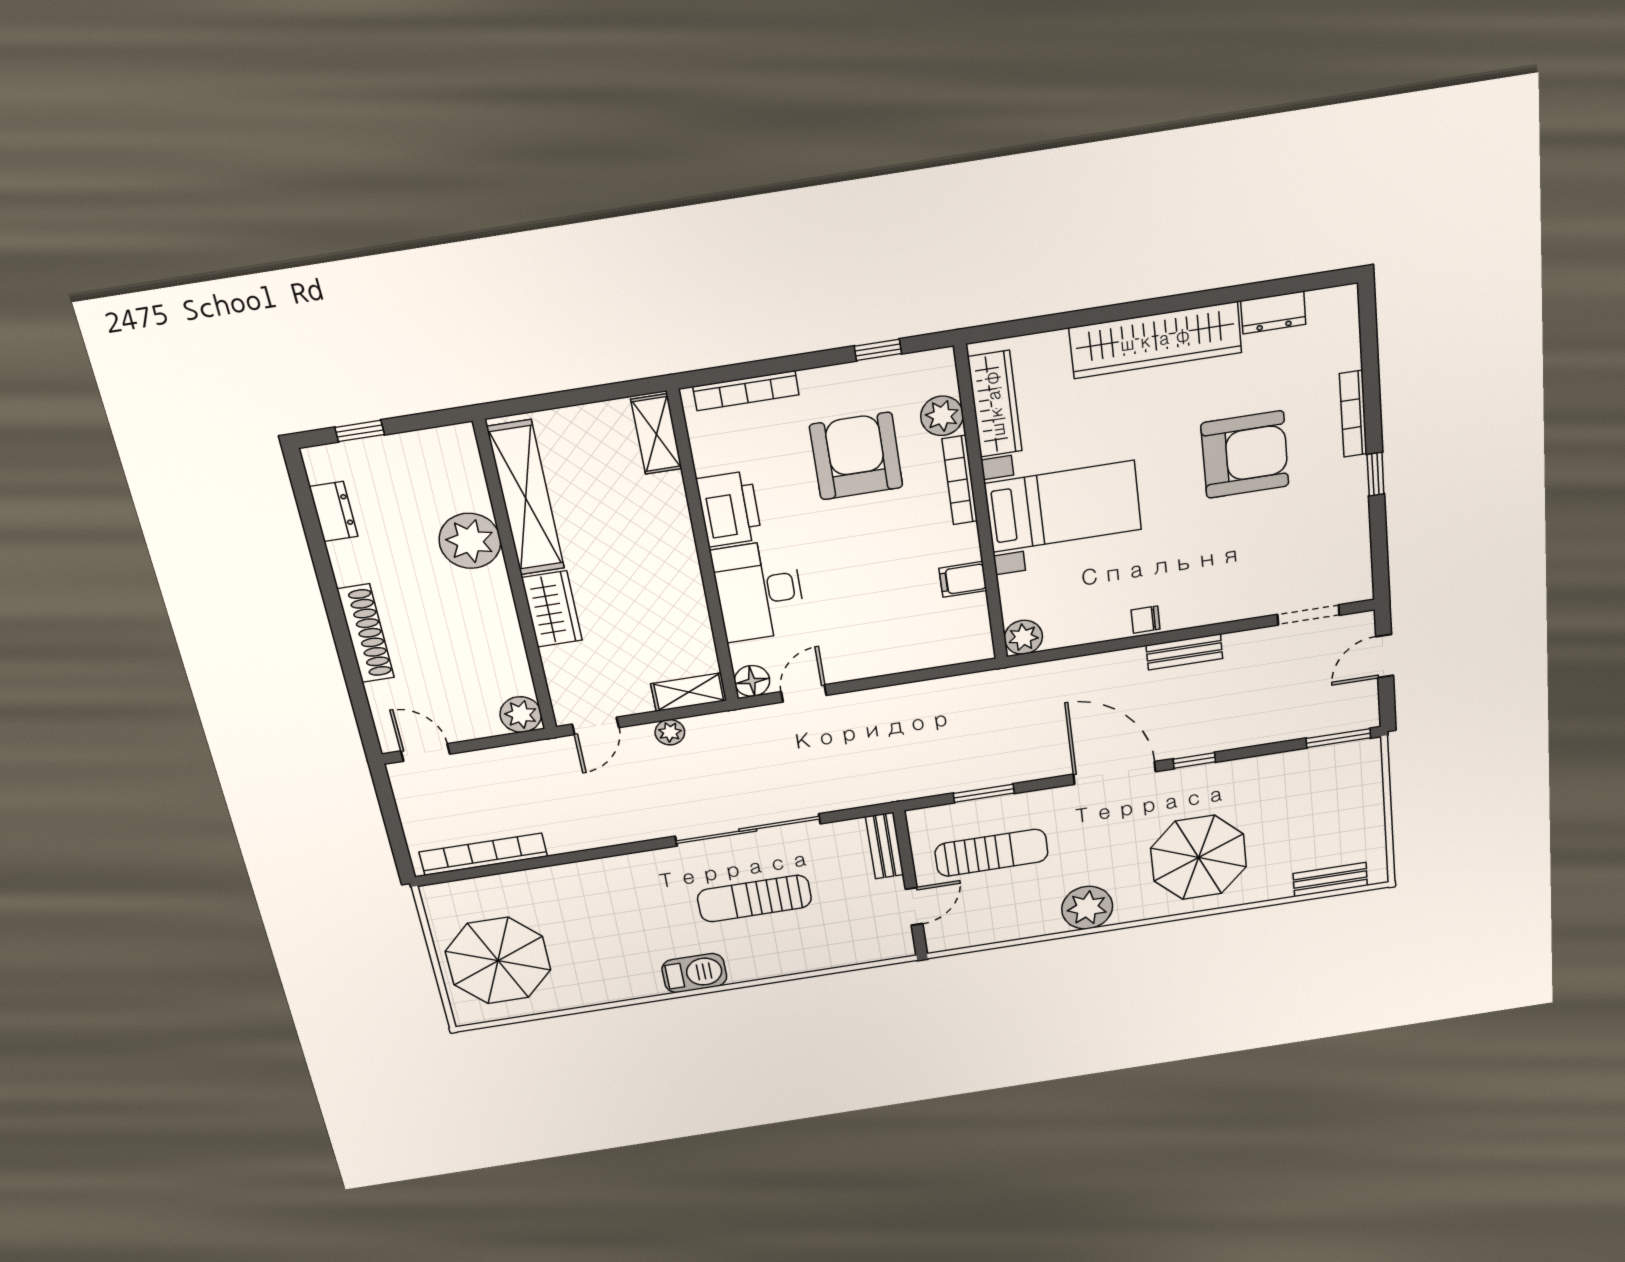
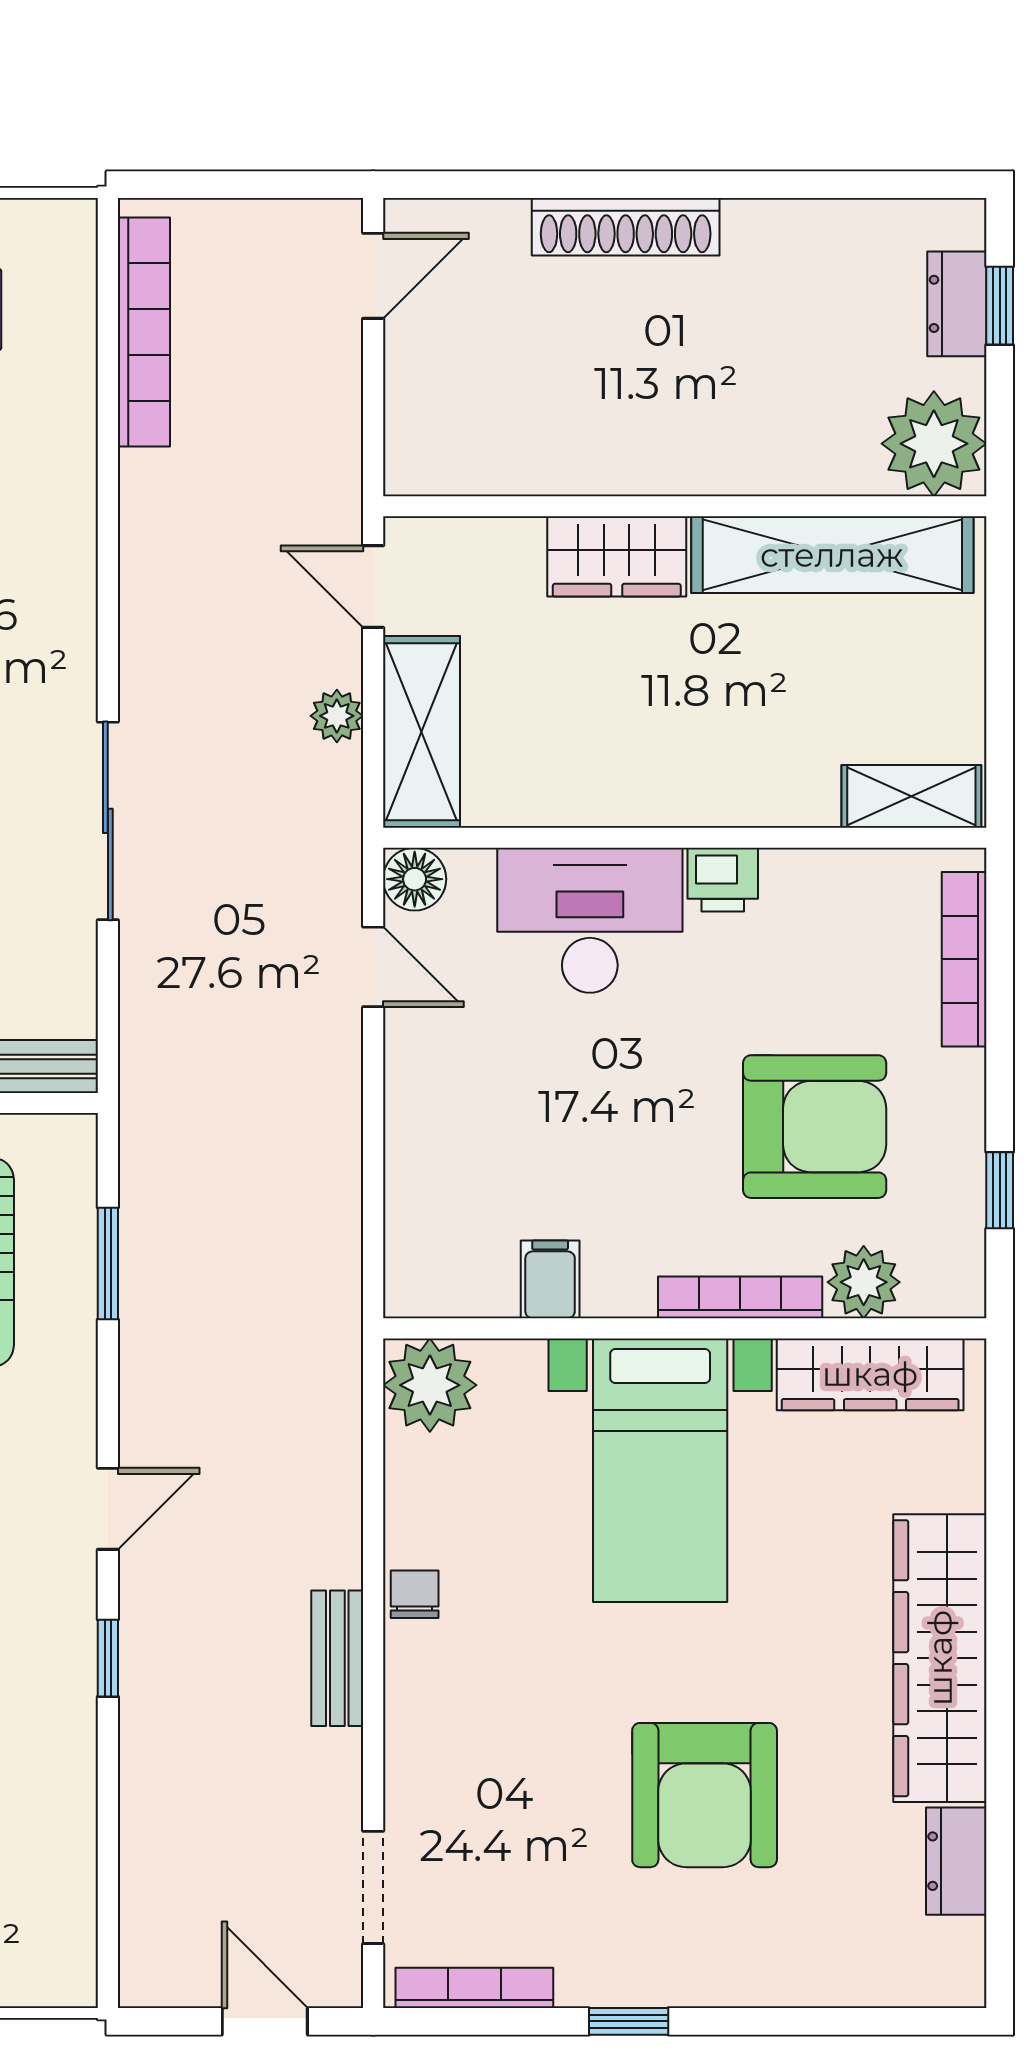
bookcase: (1353, 414) -> (474, 1988), moved
printer: (729, 509) -> (723, 880), width x0.53, depth x0.68
dresser: (334, 512) -> (957, 304), moved, turned 90
plant: (470, 541) -> (934, 444), moved
plant: (1023, 637) -> (430, 1385), width x1.36, depth x1.36
shelving: (689, 692) -> (421, 732), width x1.50, depth x1.33
plant: (521, 714) -> (420, 460), removed
window: (1338, 738) -> (108, 1928), removed
door: (1115, 773) -> (108, 1509), width x0.53
sliding door: (748, 830) -> (108, 821), width x0.73

